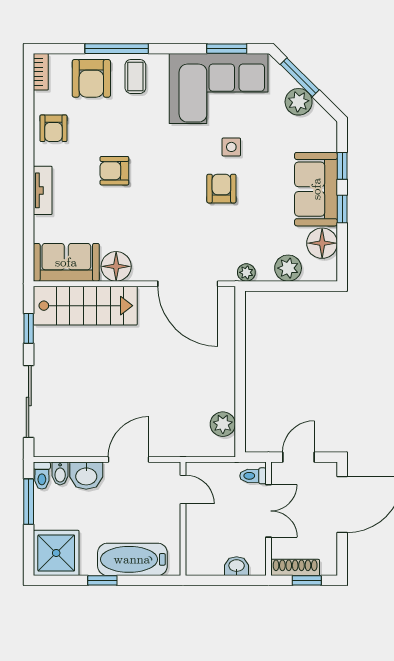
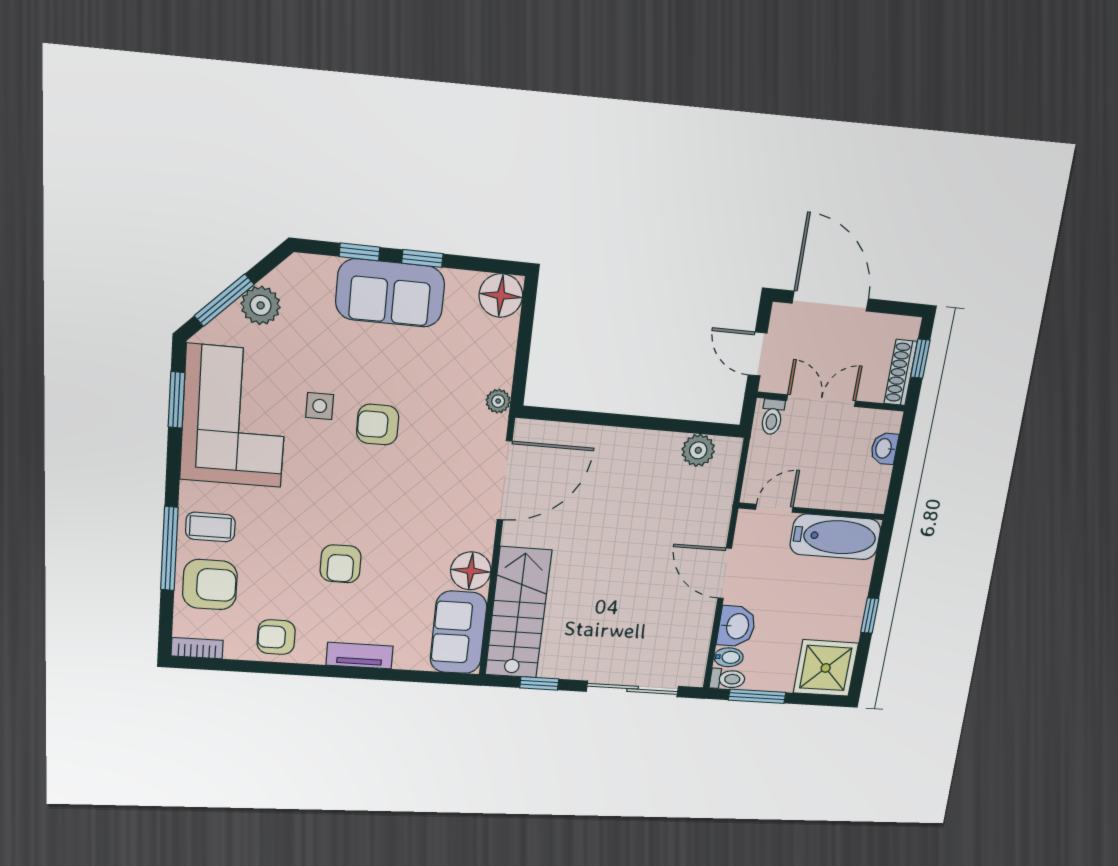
armchair: (53, 128) -> (276, 637), turned 180
floor lamp: (322, 243) -> (501, 295), moved
plant: (288, 268) -> (498, 343), removed
bathtub: (132, 559) -> (835, 537), moved, turned -90

